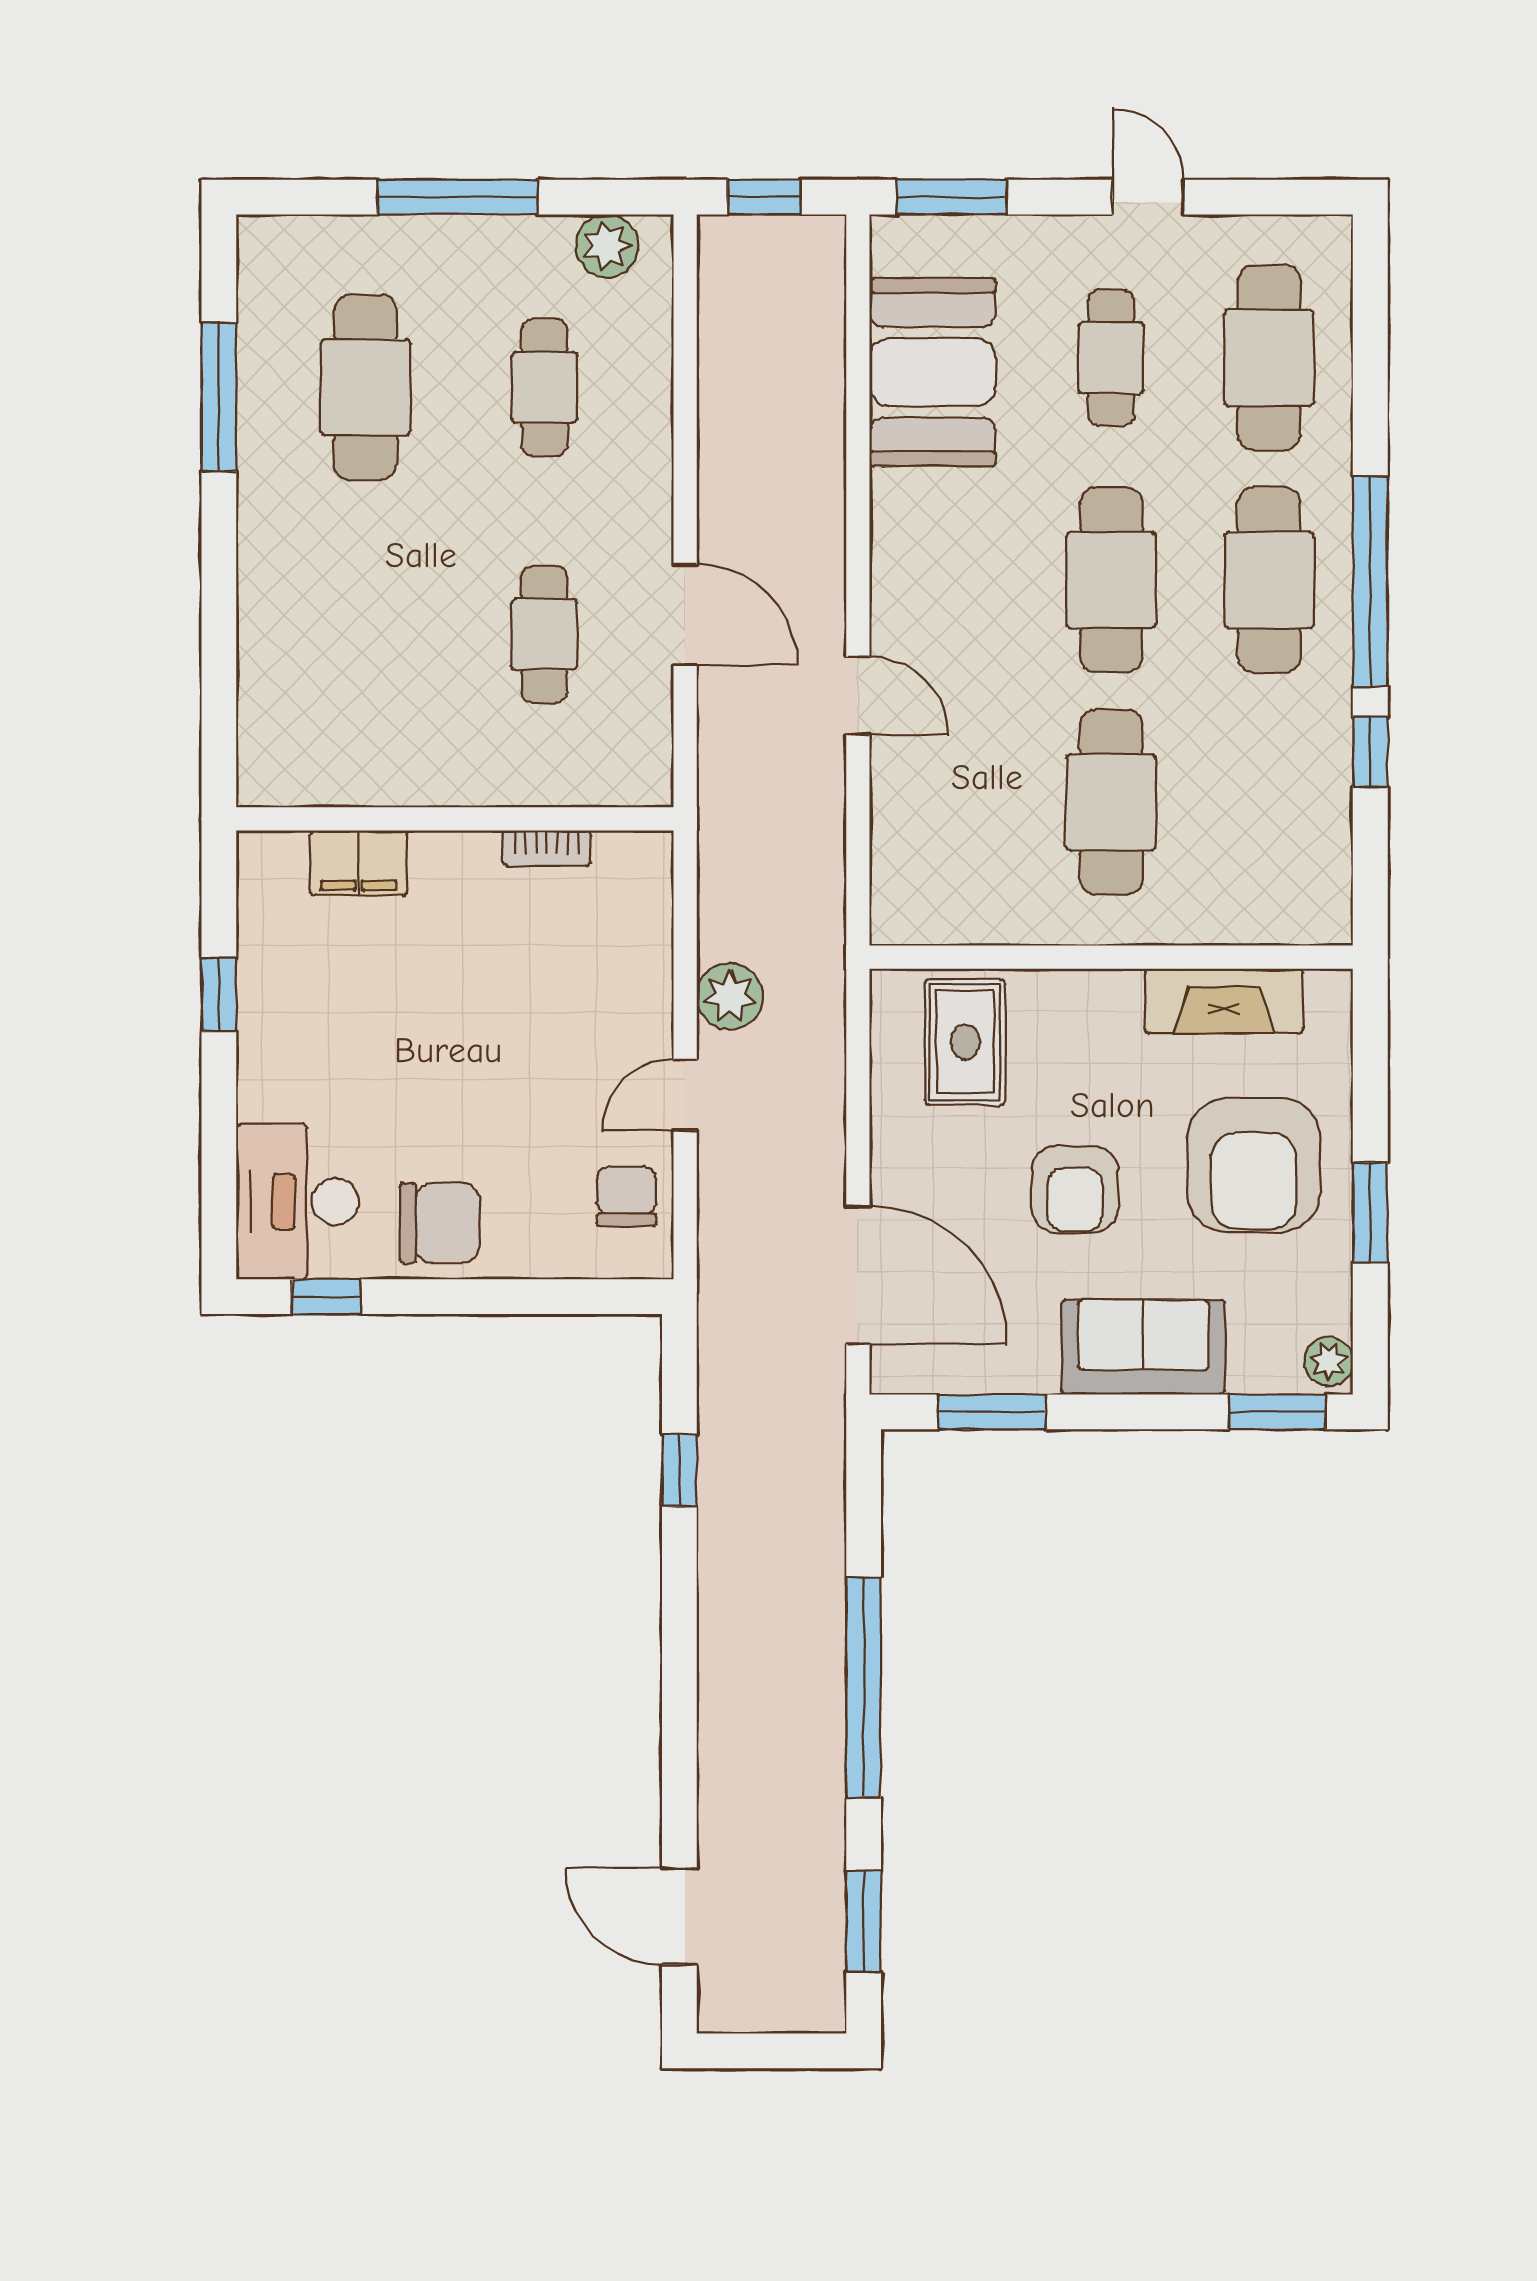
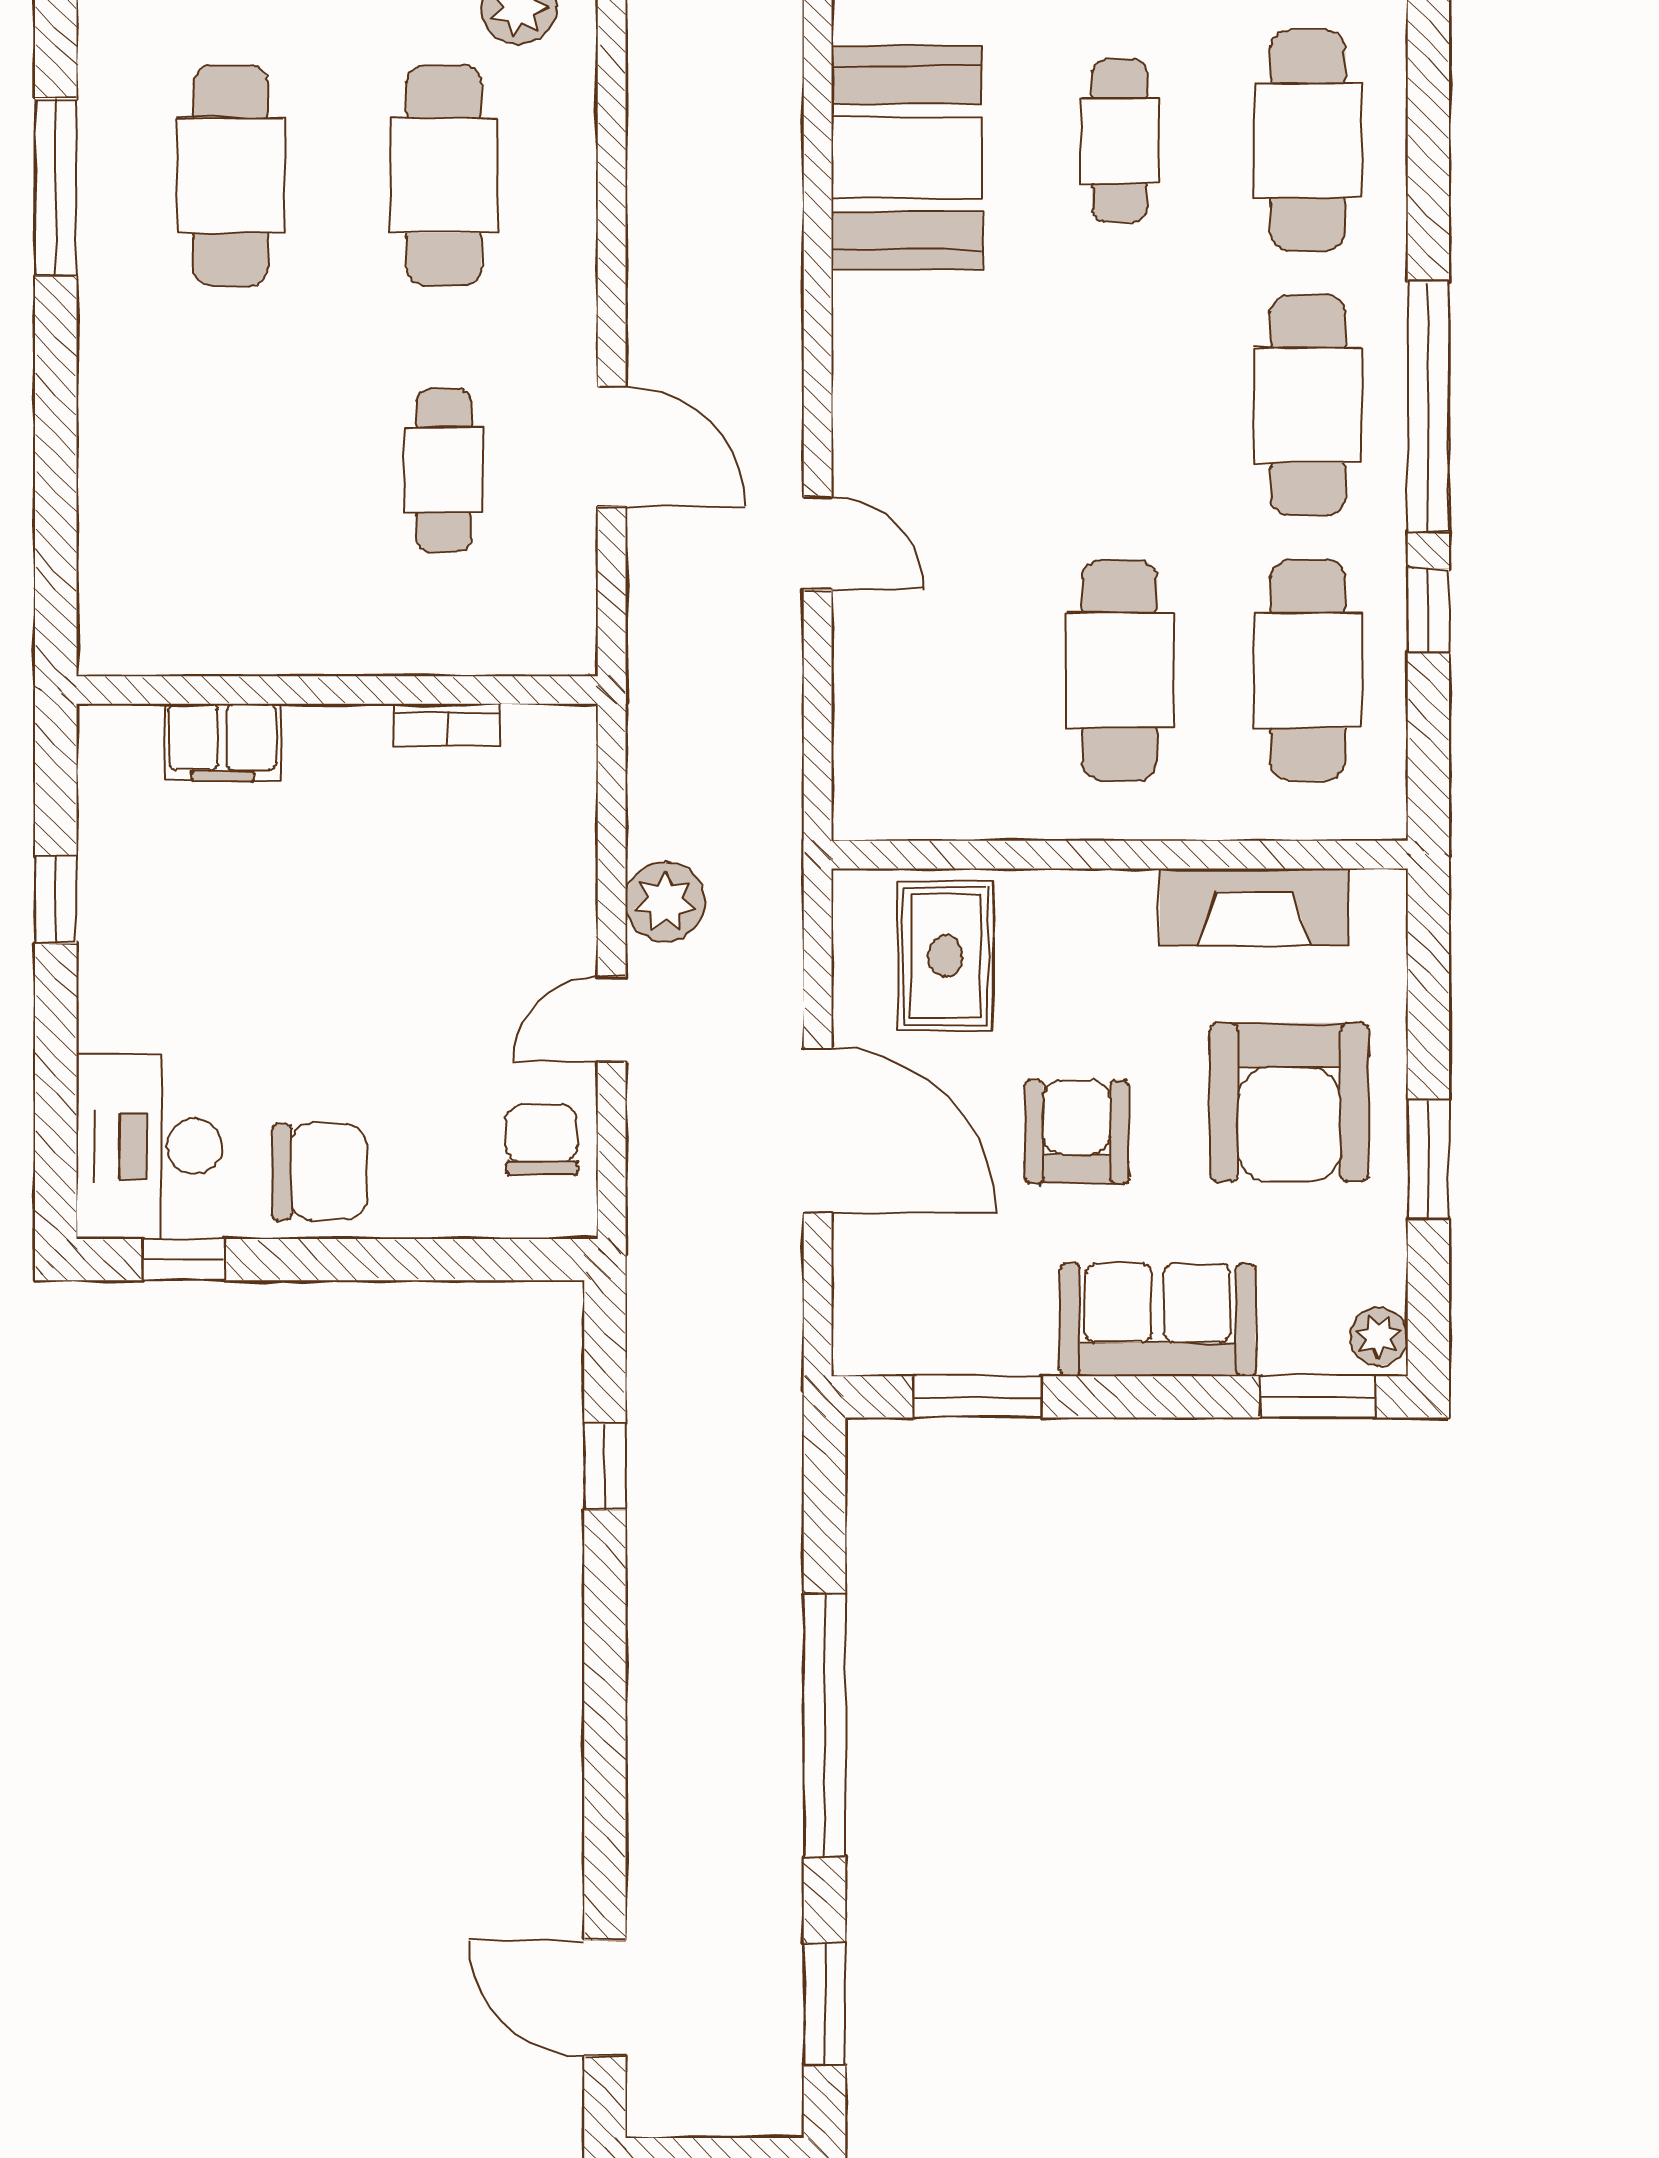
cafe table: (544, 387) -> (444, 176), width x1.37, depth x1.35
cafe table: (1111, 580) -> (1308, 670), moved
armchair: (1075, 1189) -> (1077, 1132), turned 180
door: (858, 1275) -> (818, 1130), moved

